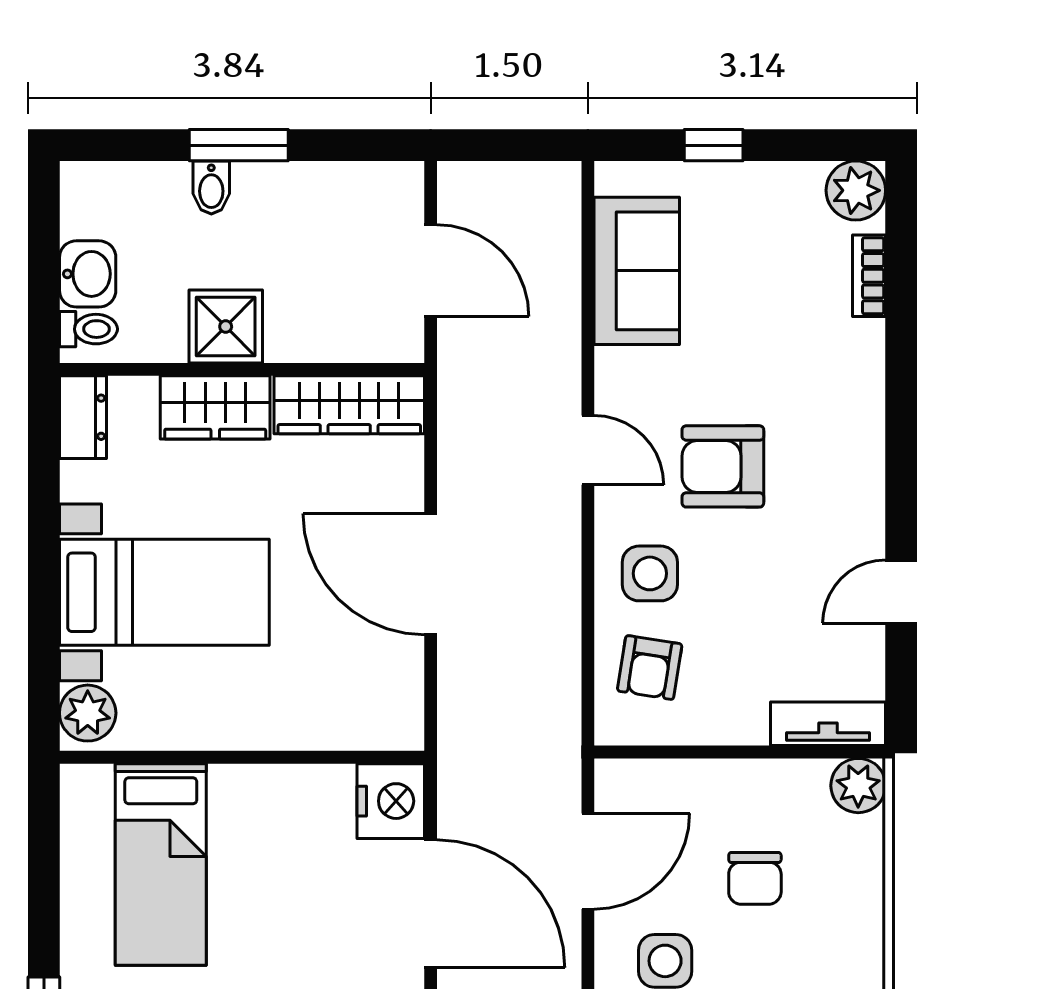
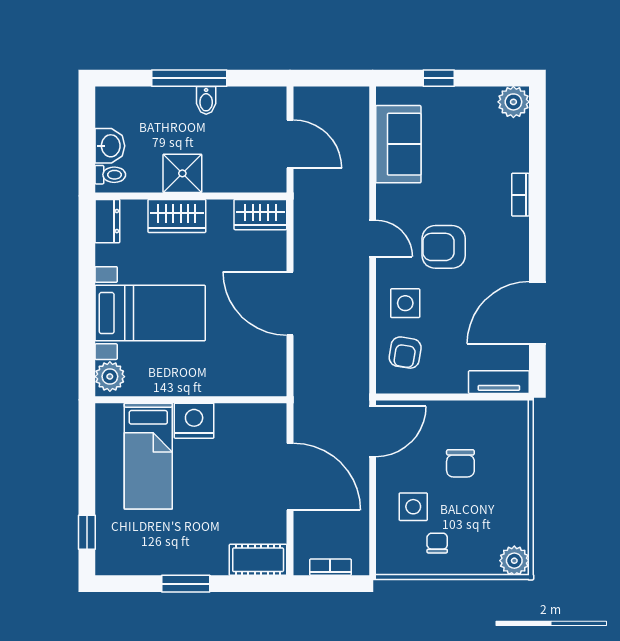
window: (239, 145) -> (189, 78), width x1.44
bidet: (211, 187) -> (206, 100), moved
bookcase: (869, 276) -> (520, 195), moved
wardrobe: (349, 405) -> (260, 215), width x0.67
door: (901, 592) -> (537, 313), width x1.88
plant: (858, 786) -> (515, 415), removed
nightstand: (391, 801) -> (194, 421), moved, turned -90
door: (588, 861) -> (373, 431), moved

